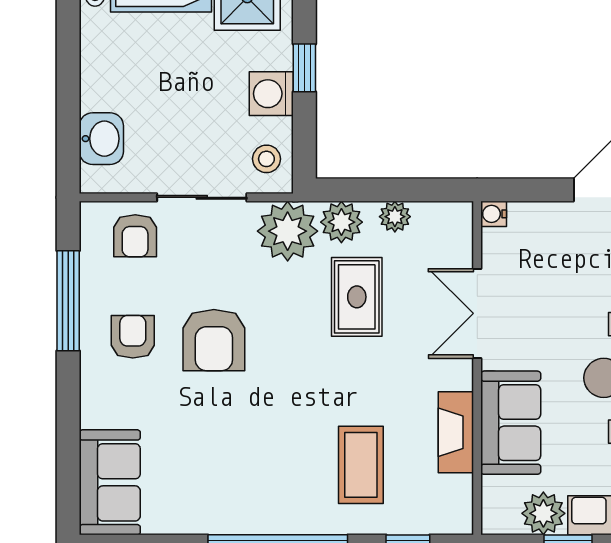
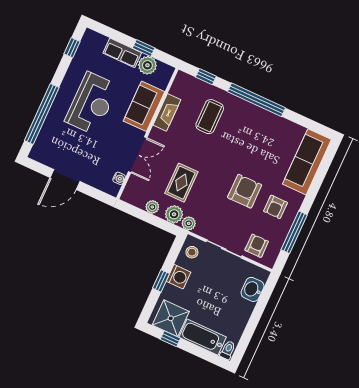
water cooler: (494, 214) -> (119, 178), moved
plant: (288, 231) -> (189, 223), width x0.53, depth x0.53
sofa: (110, 482) -> (307, 162), width x1.36

